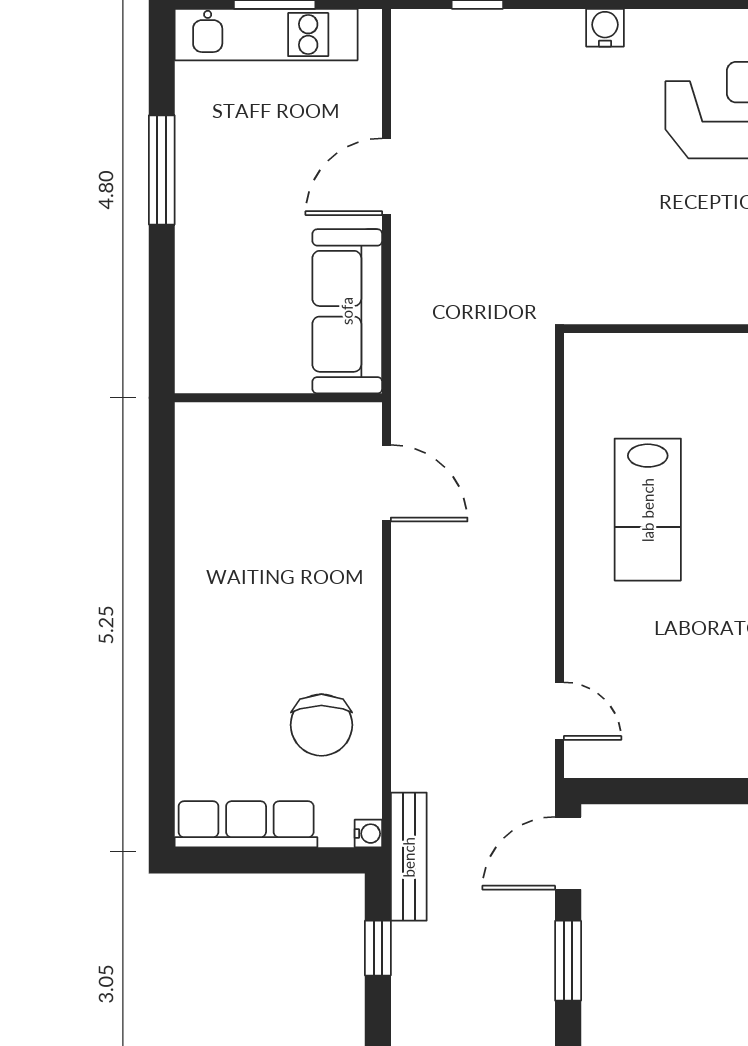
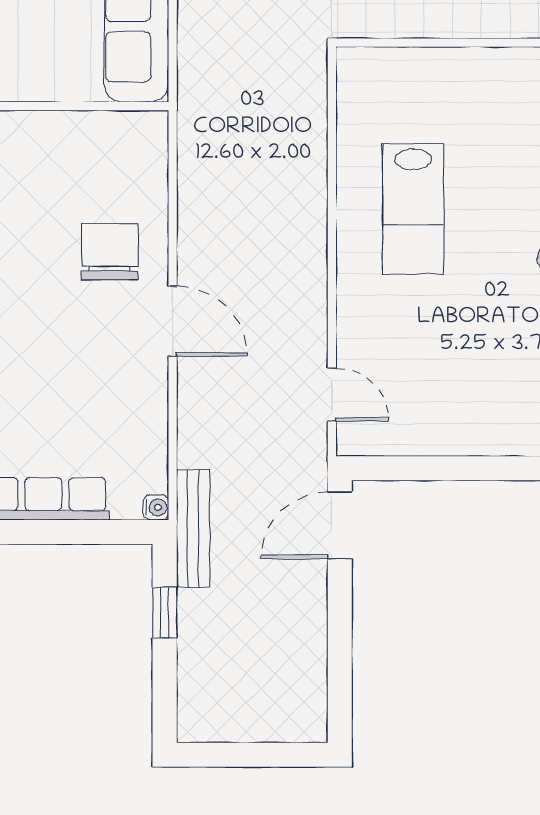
door: (387, 483) -> (173, 321), moved
chair: (321, 725) -> (110, 252), moved, turned 180
window: (568, 961) -> (340, 624), removed

